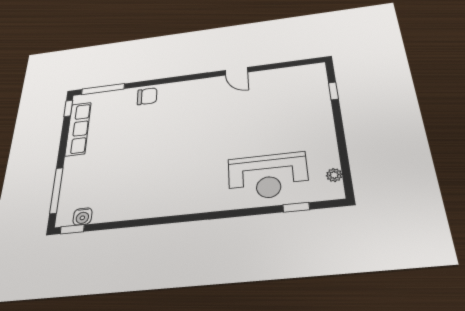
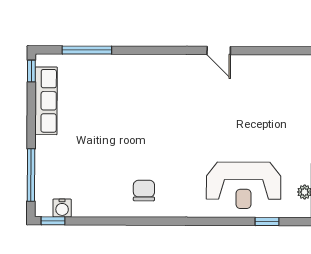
window: (103, 89) -> (87, 50), moved
chair: (147, 96) -> (144, 191), moved, turned -90

